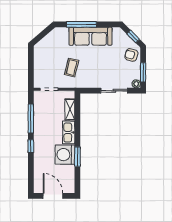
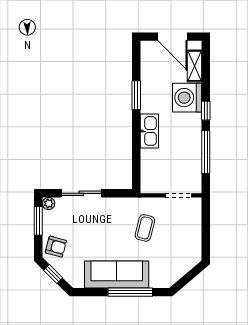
shelving: (70, 110) -> (194, 66), moved
washing machine: (65, 155) -> (187, 98), moved, turned 180

